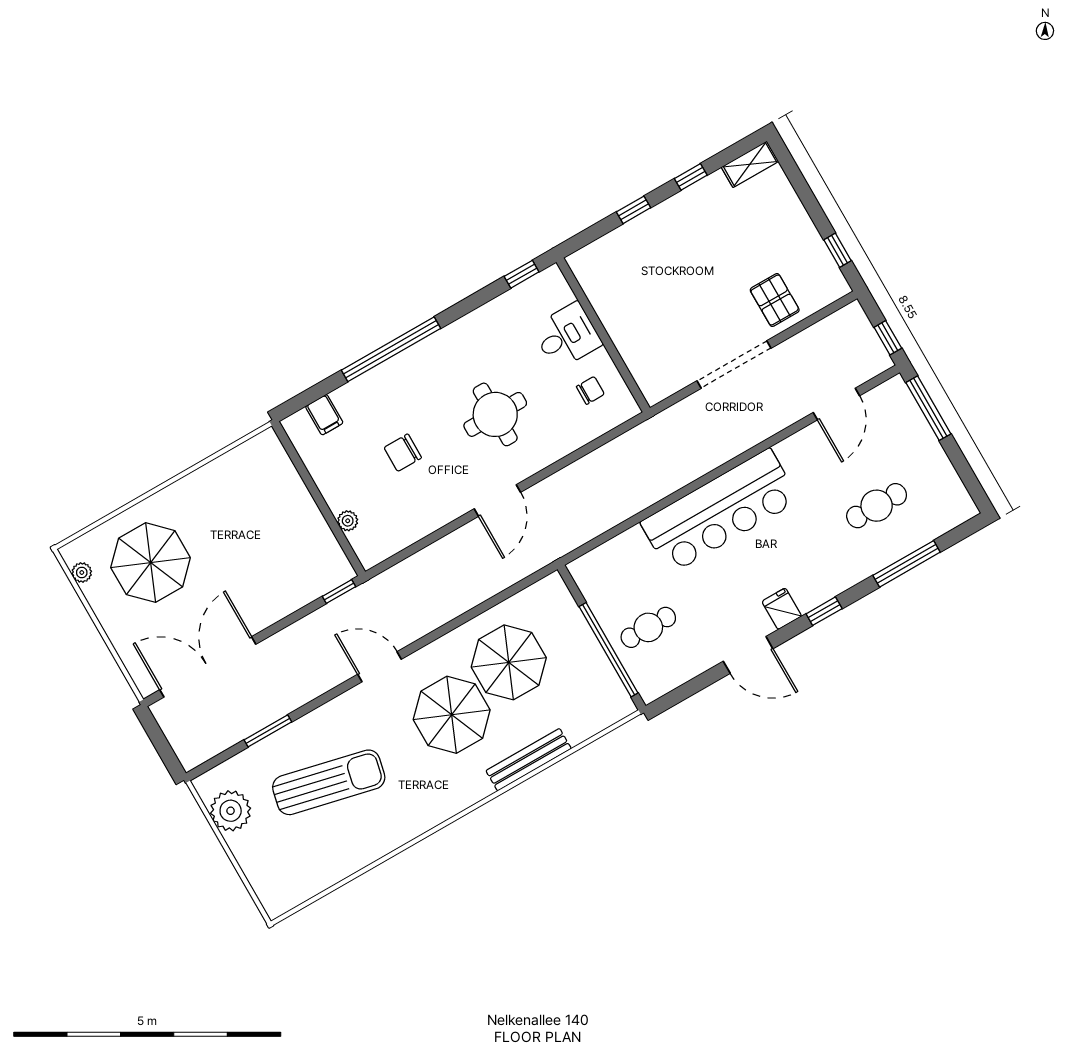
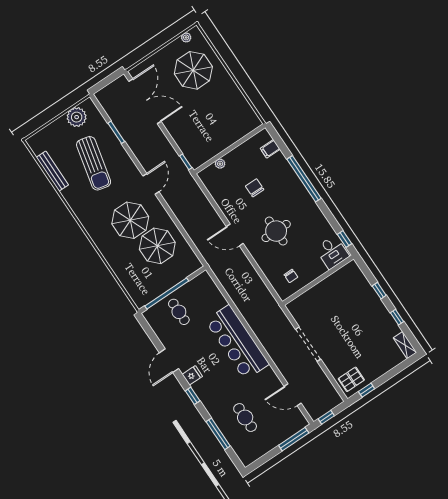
pallet: (775, 300) -> (351, 379), moved
desk: (567, 336) -> (332, 252), moved
bench: (529, 760) -> (52, 171), moved

